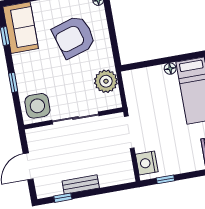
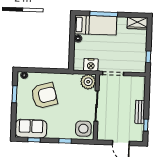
armchair: (74, 37) -> (44, 96), turned -89
plant: (106, 81) -> (88, 82), moved
nightstand: (147, 163) -> (91, 65), moved

